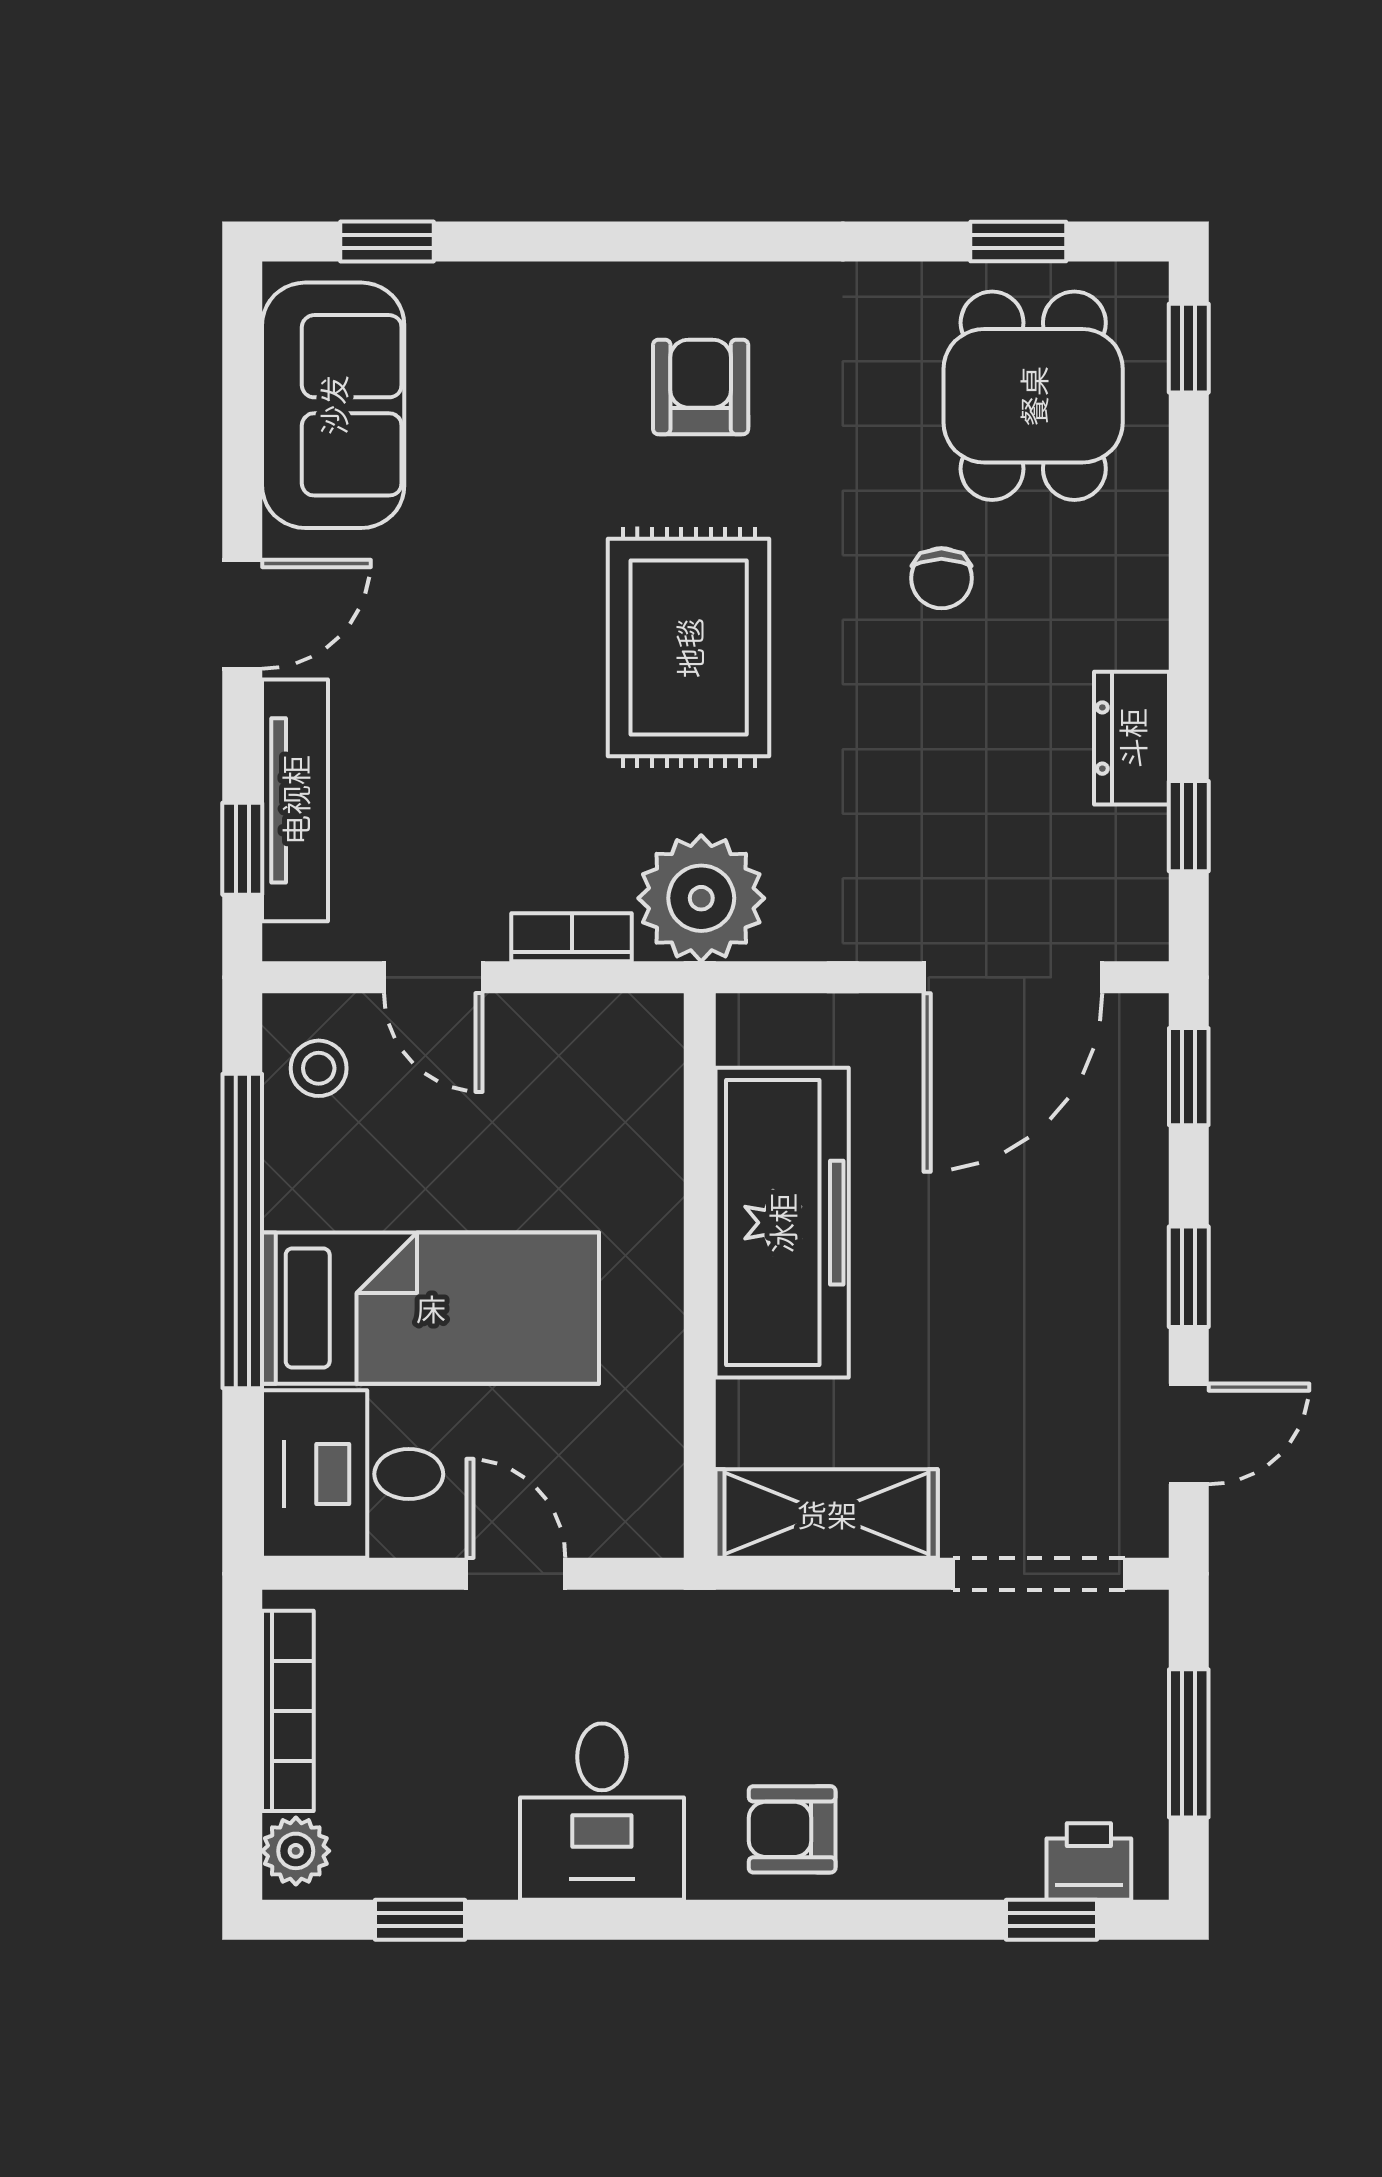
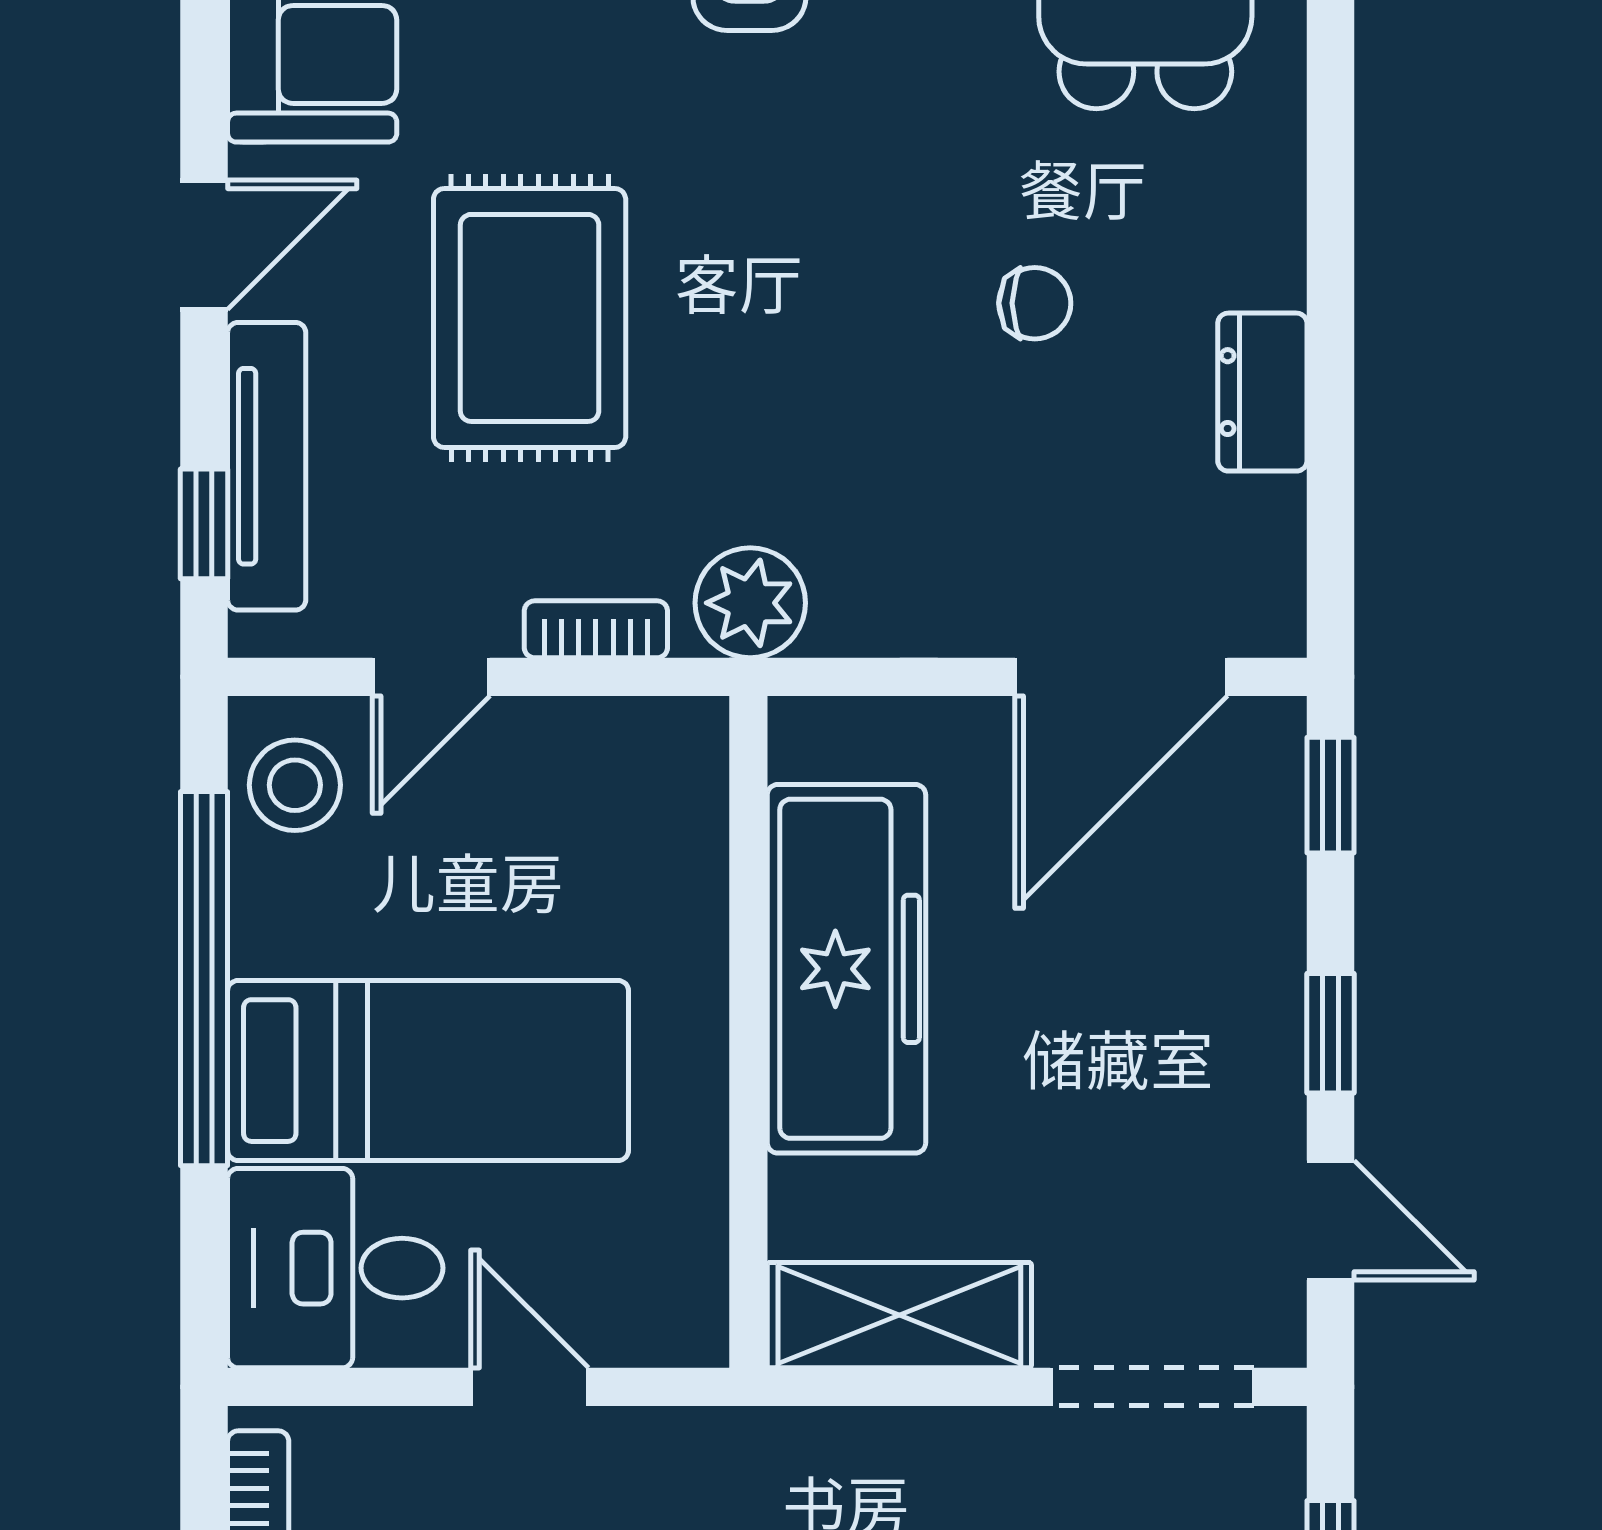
chair: (941, 578) -> (1035, 303), moved, turned -90
rug: (689, 648) -> (530, 318), moved
window: (1189, 826) -> (1331, 497), removed
plant: (701, 898) -> (750, 603), width x0.73, depth x0.73
door: (433, 977) -> (431, 677), hinge flipped
stool: (319, 1068) -> (295, 785), width x1.37, depth x1.37
door: (1189, 1434) -> (1331, 1220), hinge flipped

